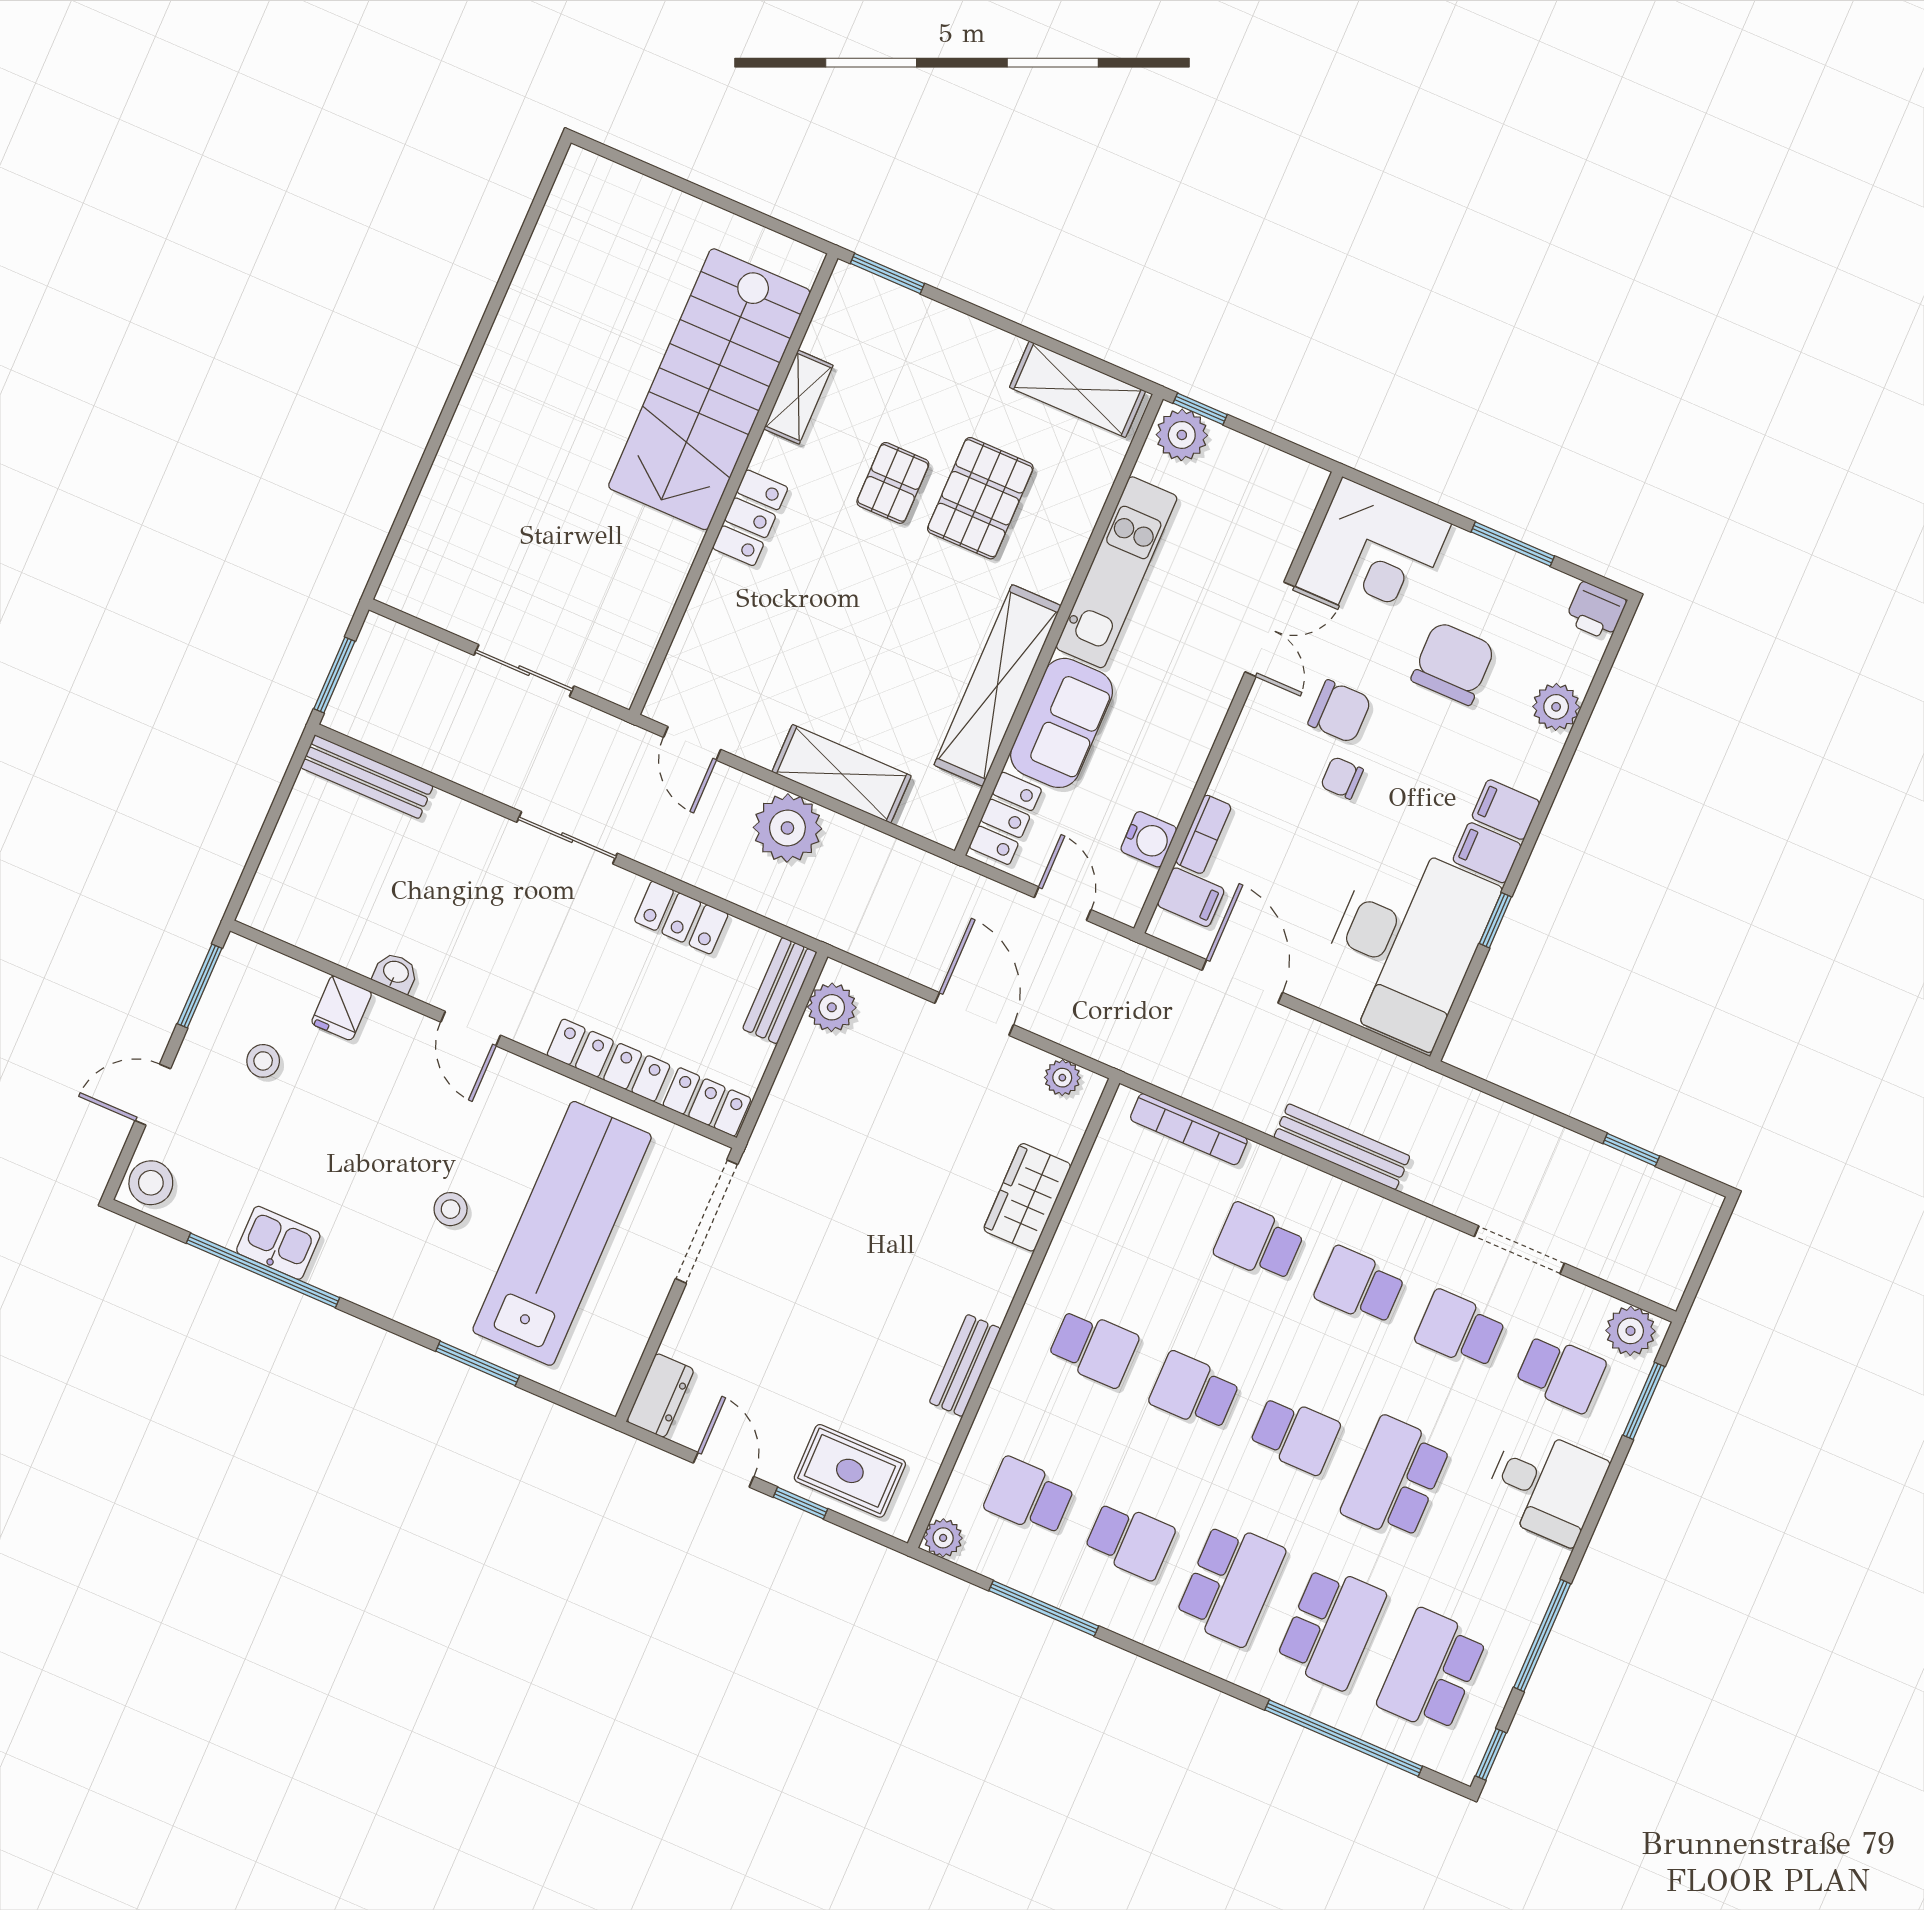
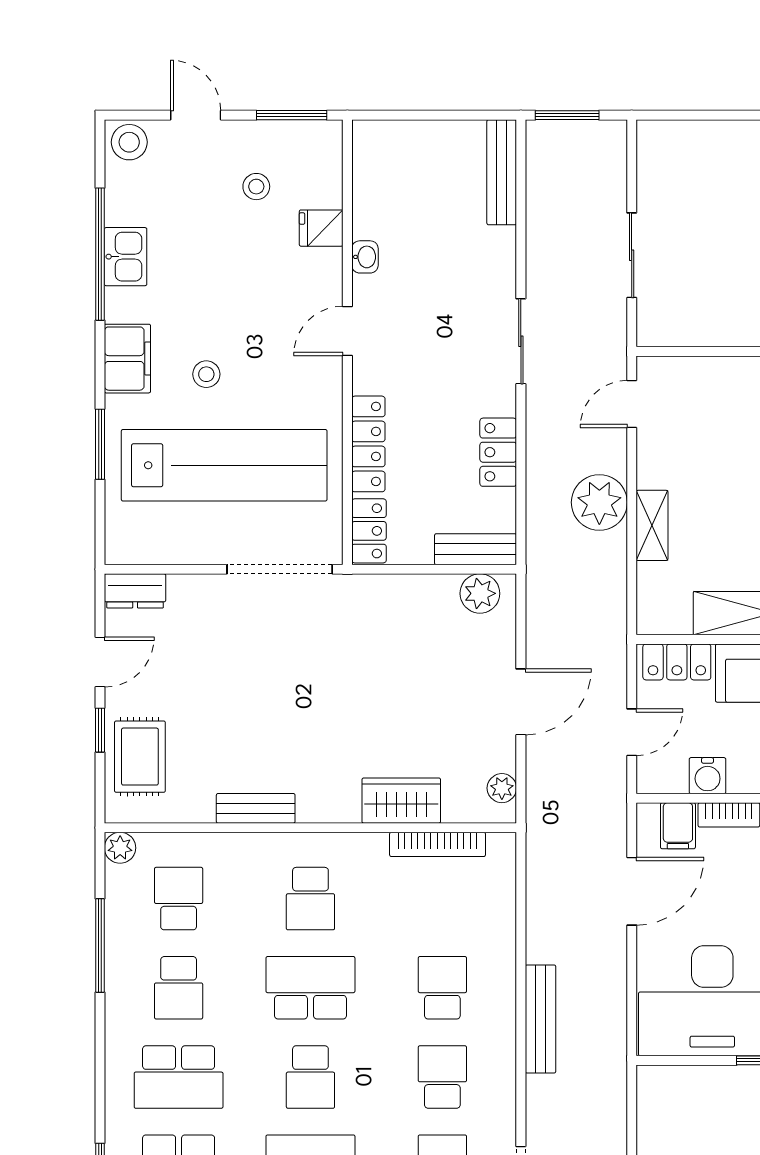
shelving: (842, 774) -> (652, 525), width x0.67, depth x0.75
bookcase: (1189, 1129) -> (438, 844), moved, turned -90
filing cabinet: (394, 1290) -> (127, 359), added
school desk: (1194, 1391) -> (310, 988), width x1.85

